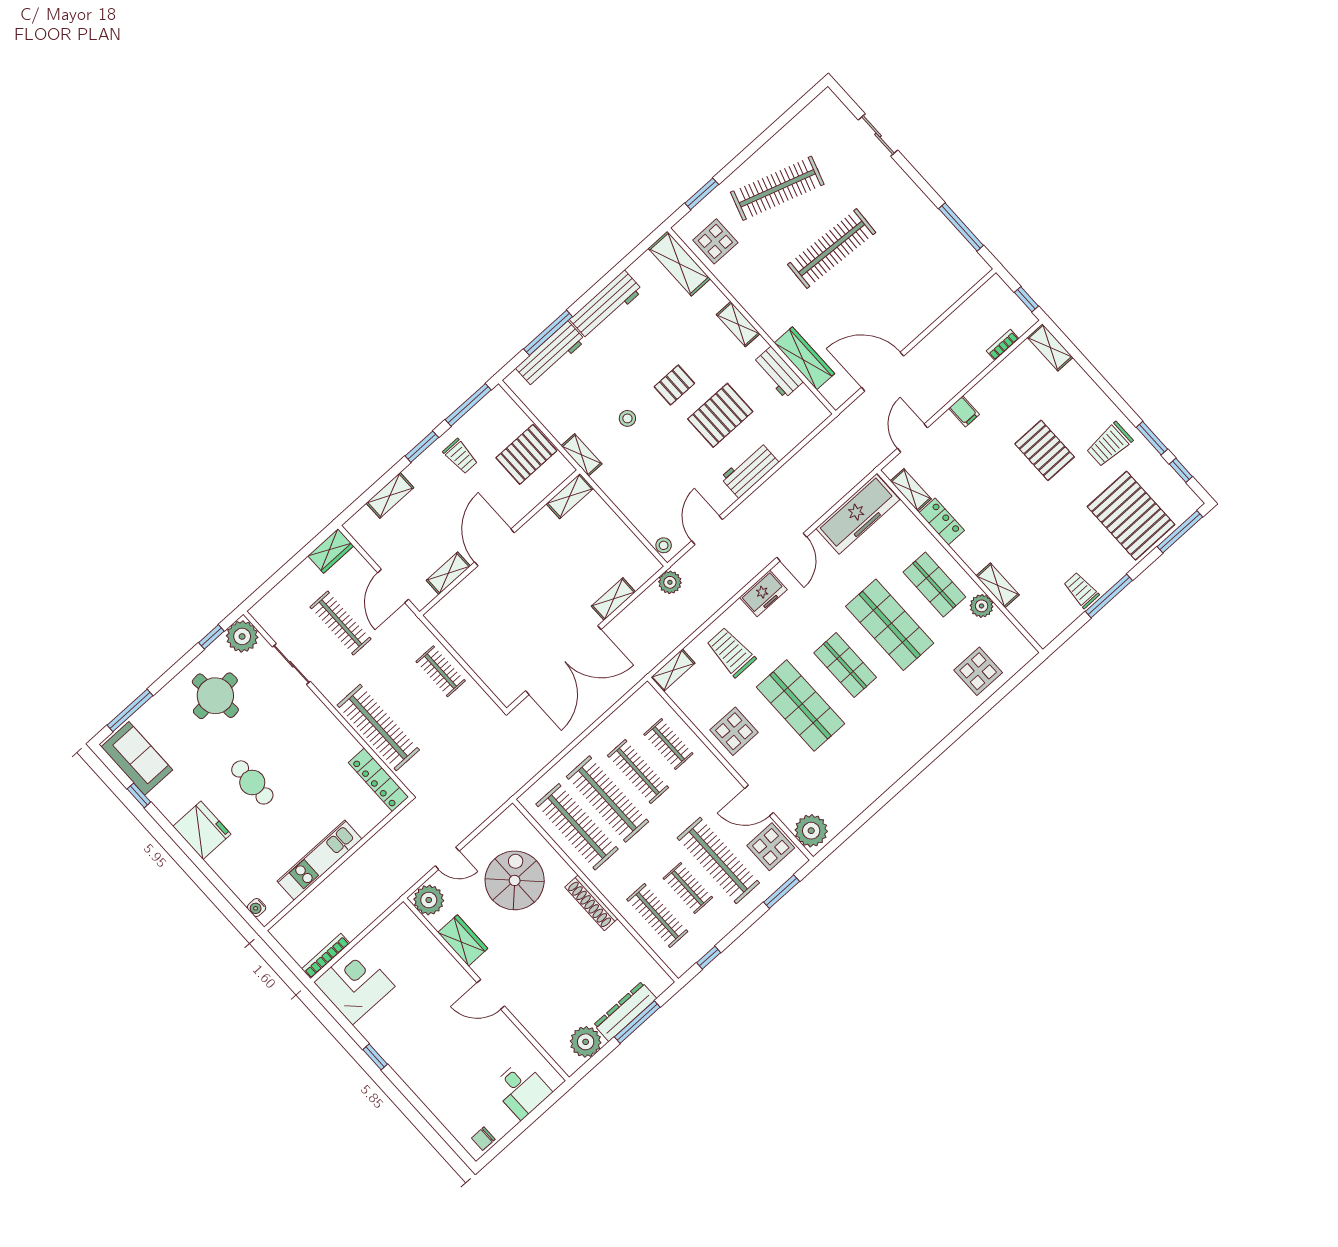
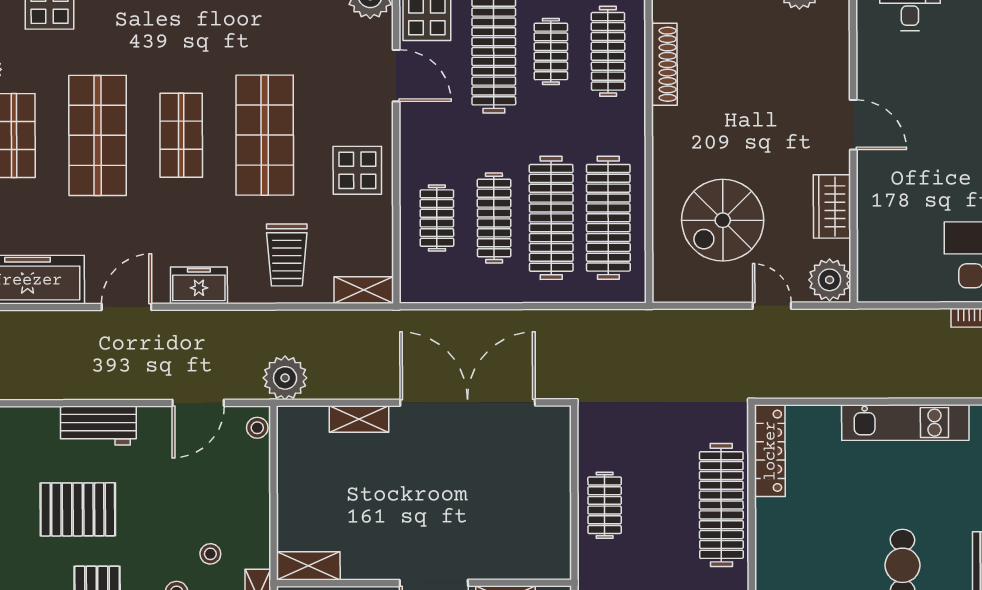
stool: (628, 455) -> (210, 554), added
plant: (670, 582) -> (285, 378), width x1.36, depth x1.36
shoe rack: (591, 903) -> (664, 64), moved

